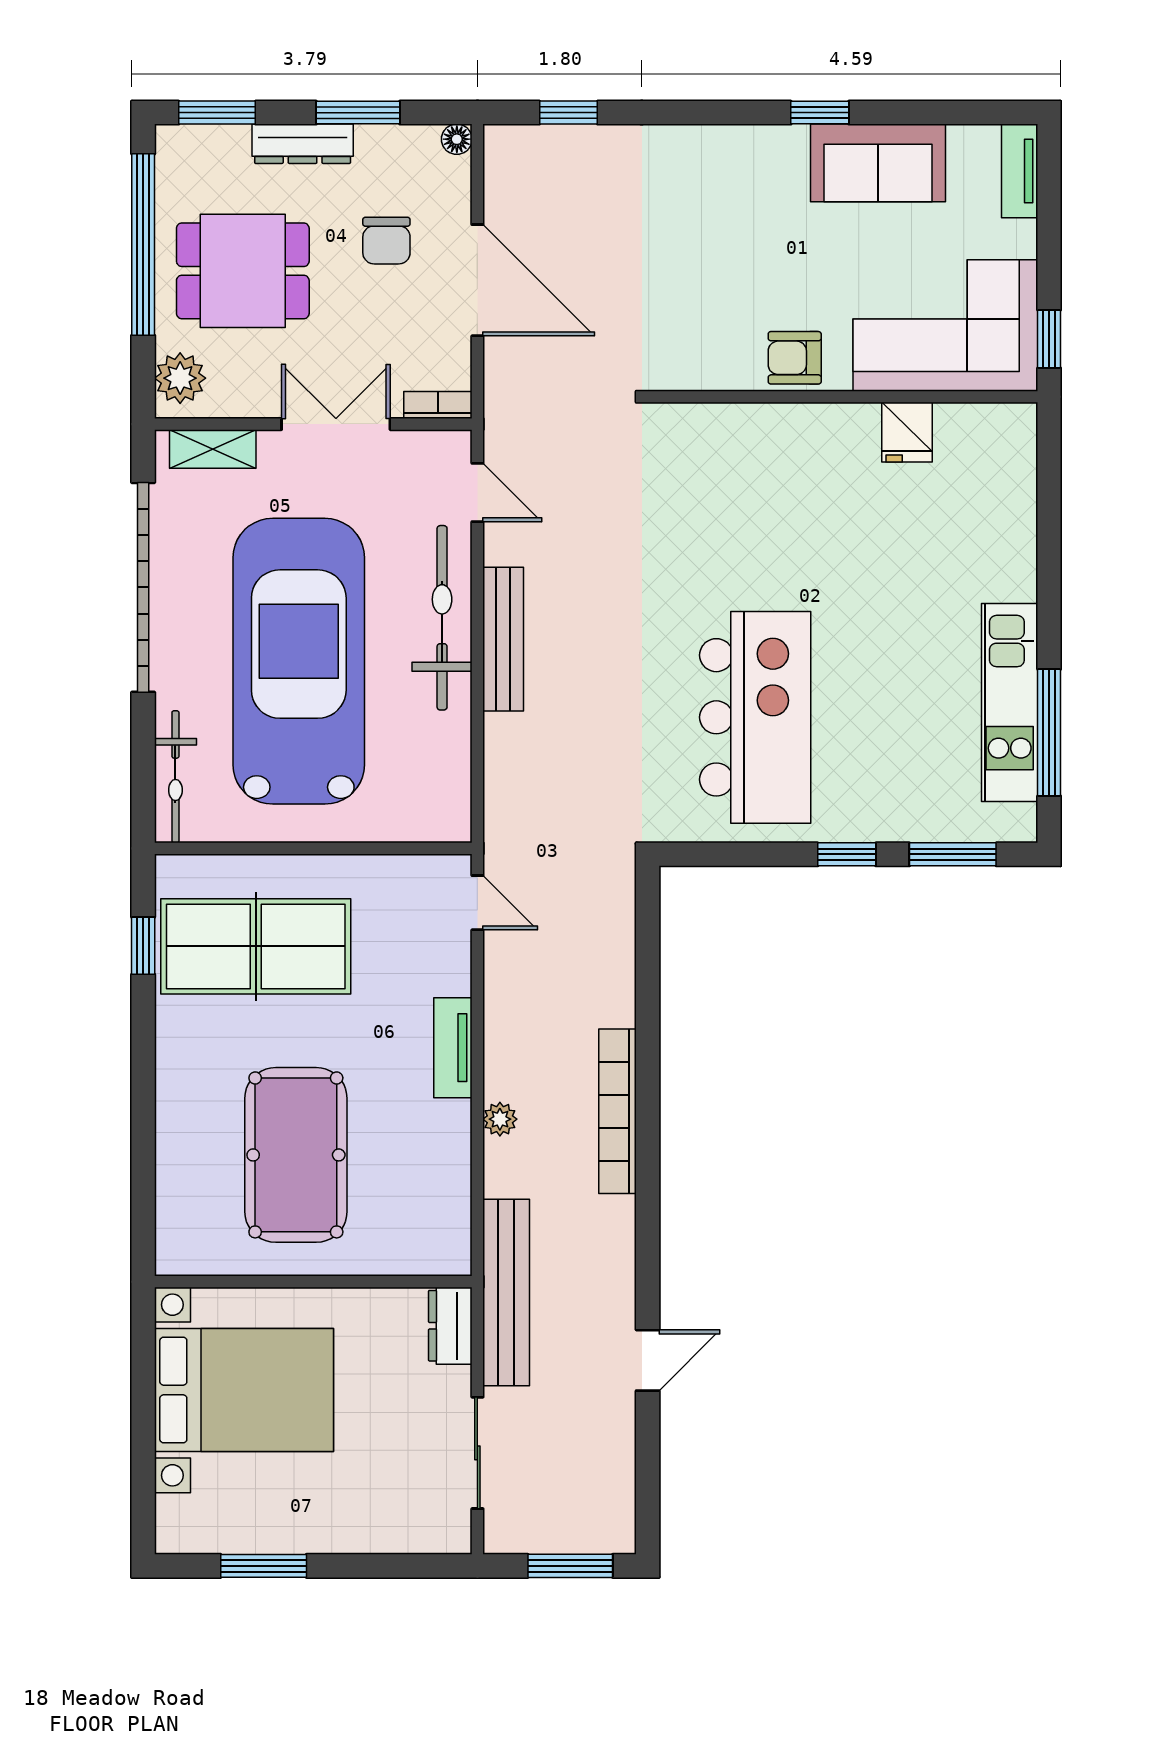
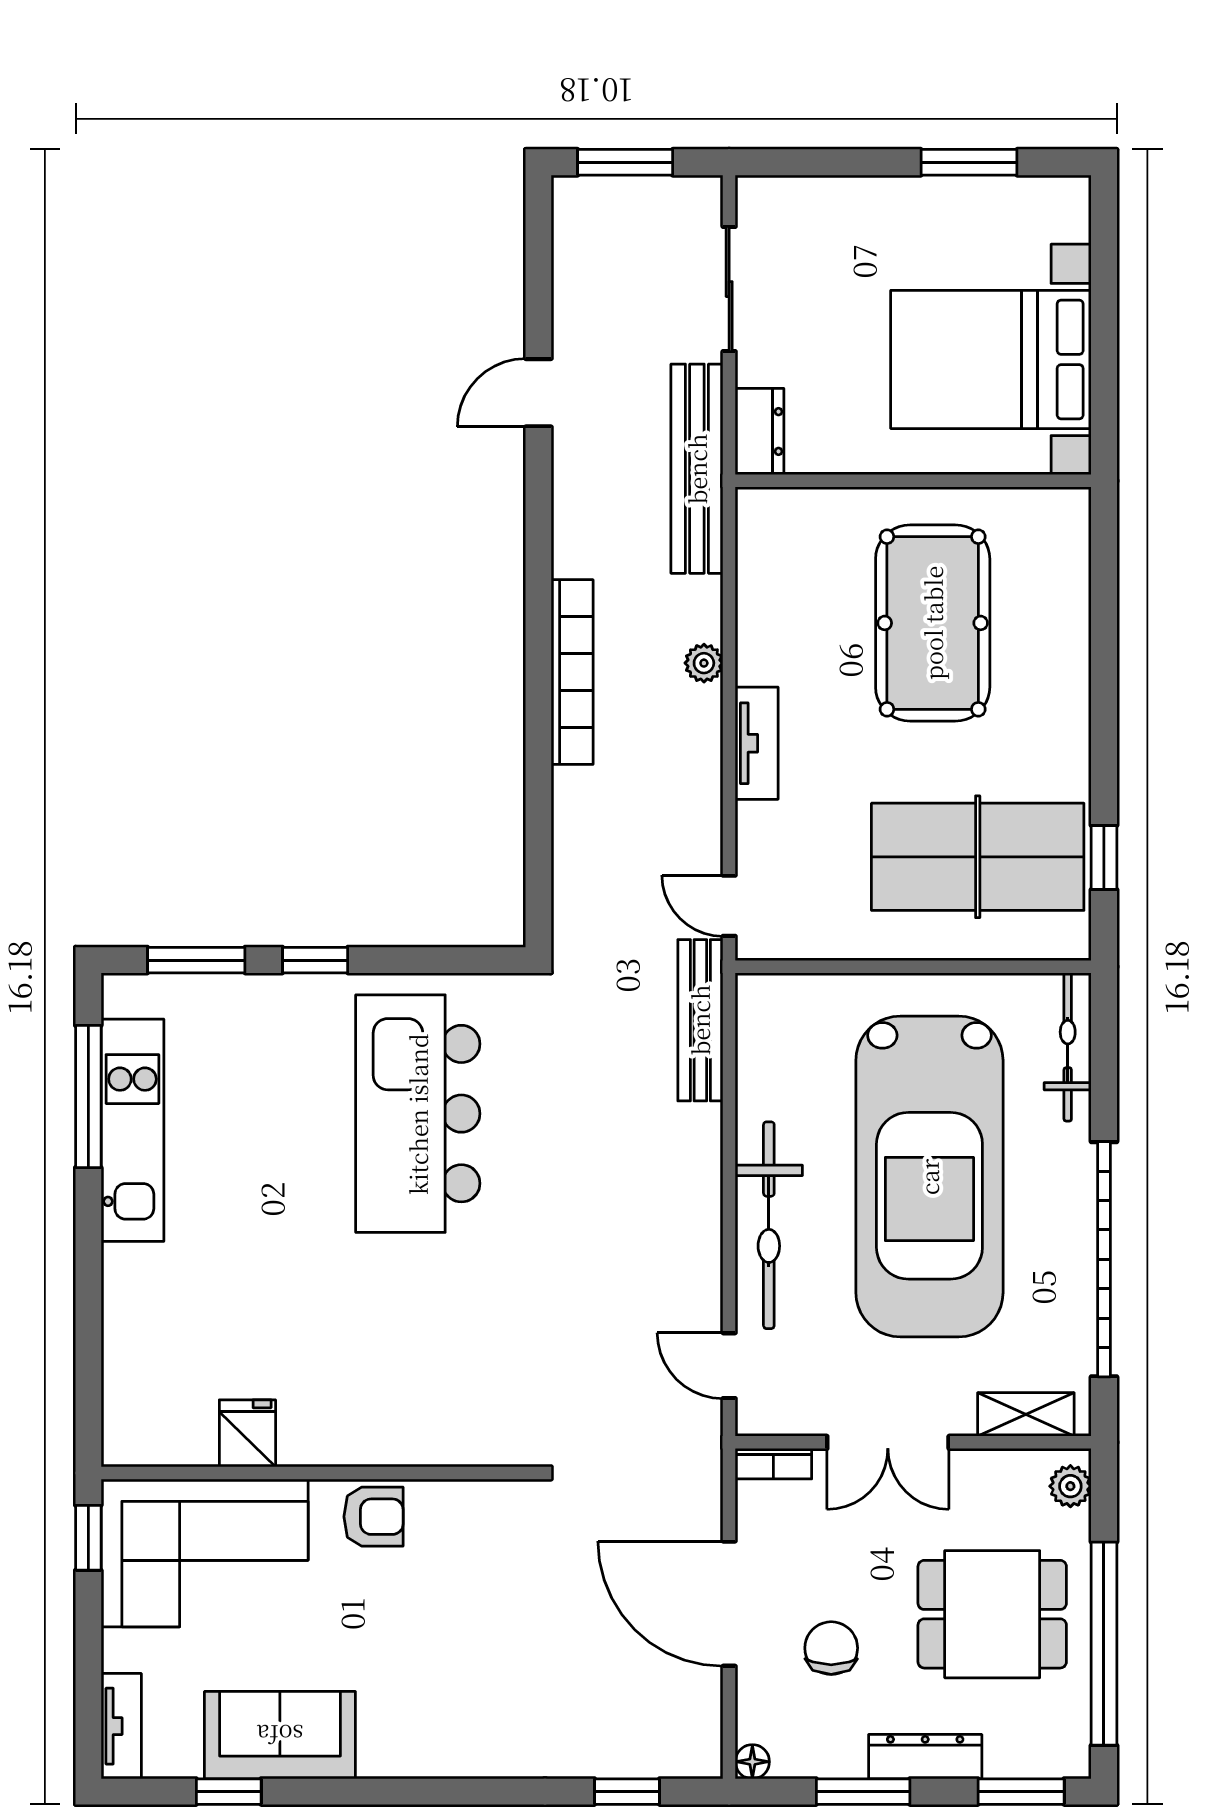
window: (820, 113) -> (229, 1792), moved
plant: (180, 378) -> (1070, 1486), width x0.73, depth x0.73
bench: (503, 639) -> (700, 1020), moved

